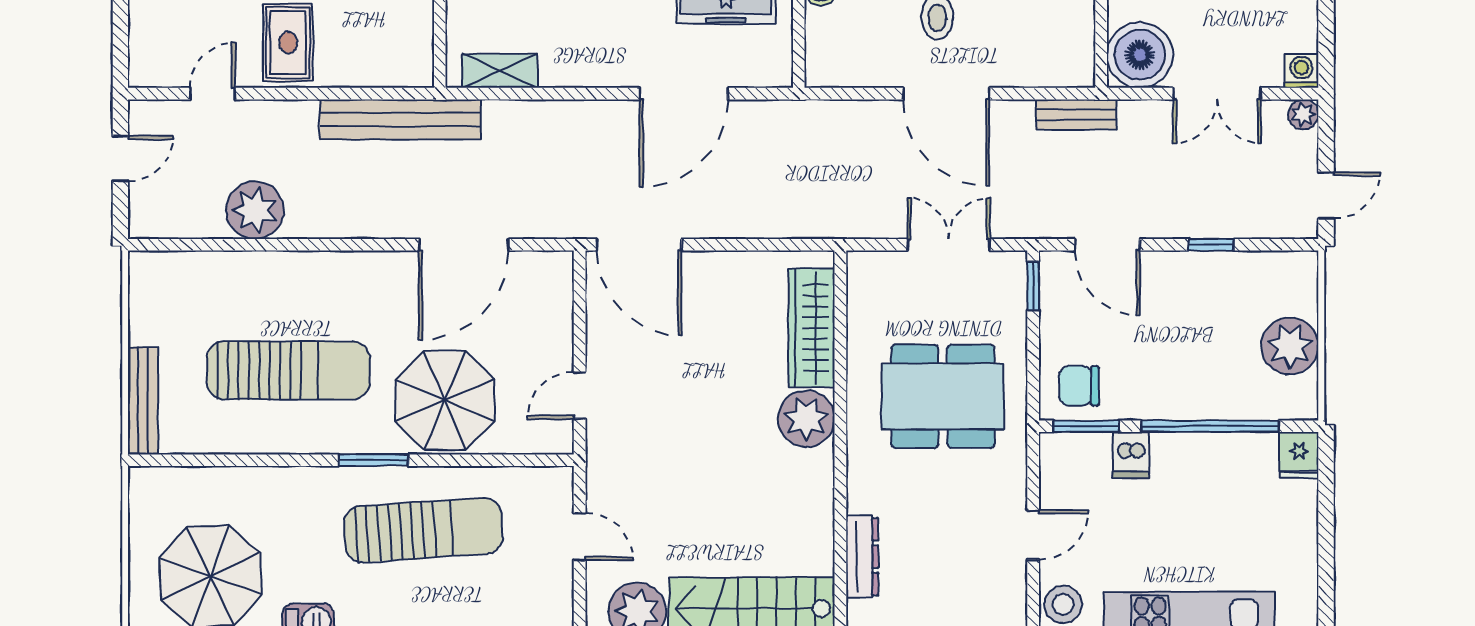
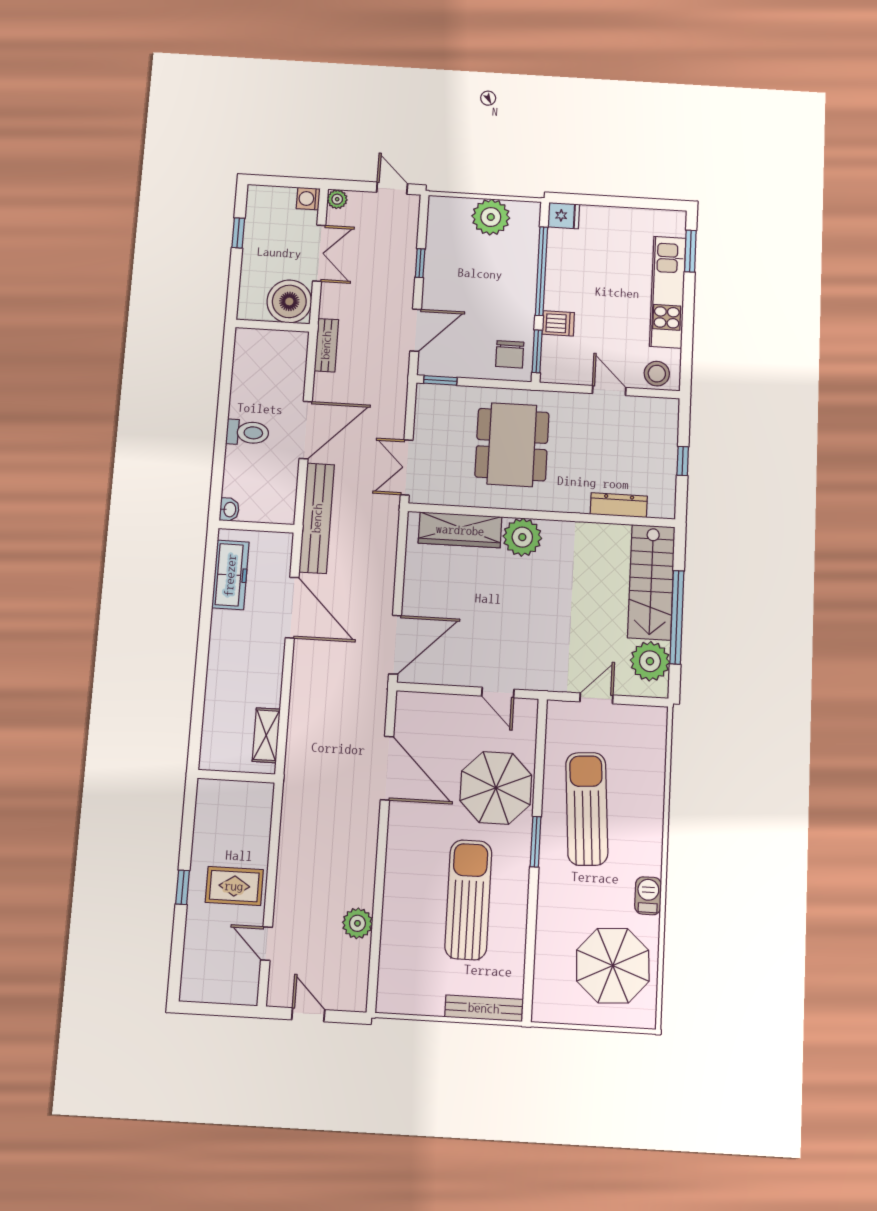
bench: (400, 119) -> (317, 518), moved
plant: (255, 210) -> (357, 923), width x0.73, depth x0.73
double door: (949, 245) -> (407, 467), moved

